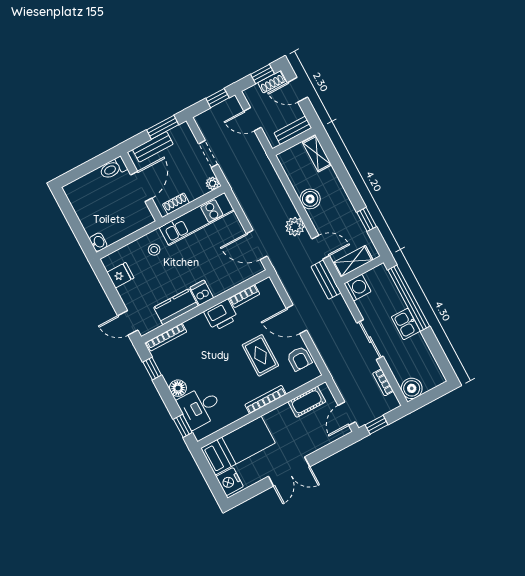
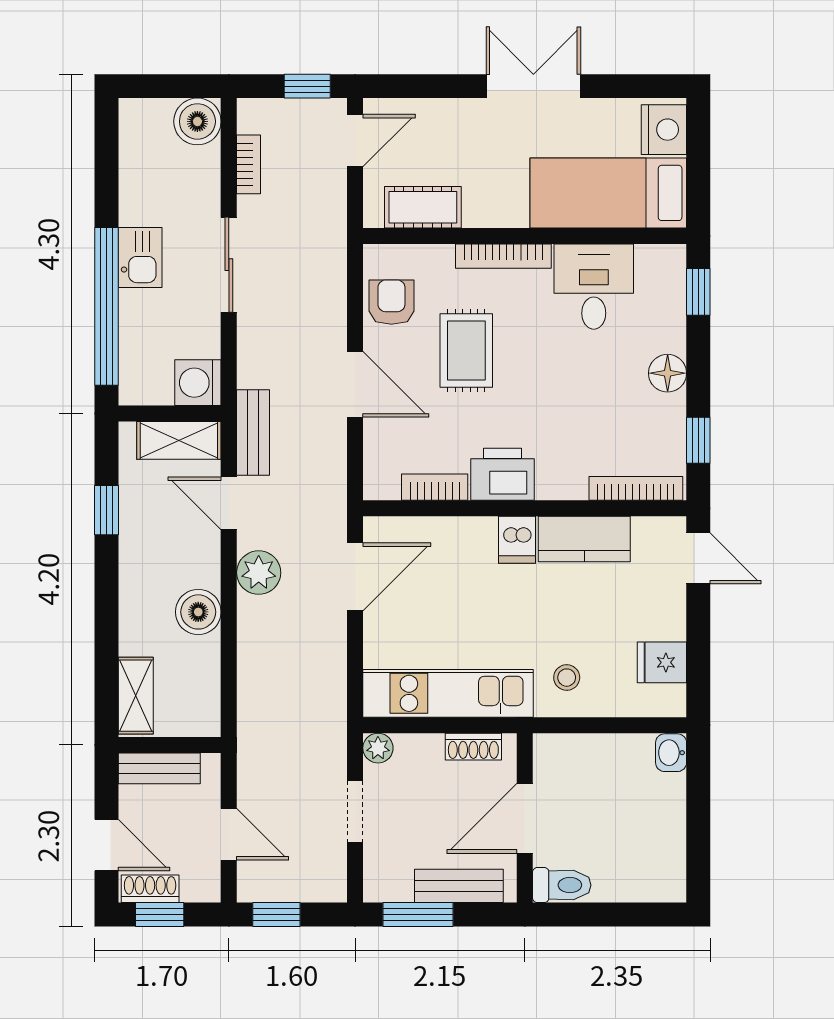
door: (257, 245) -> (355, 577), hinge flipped
desk: (200, 407) -> (594, 287), moved, turned -90

